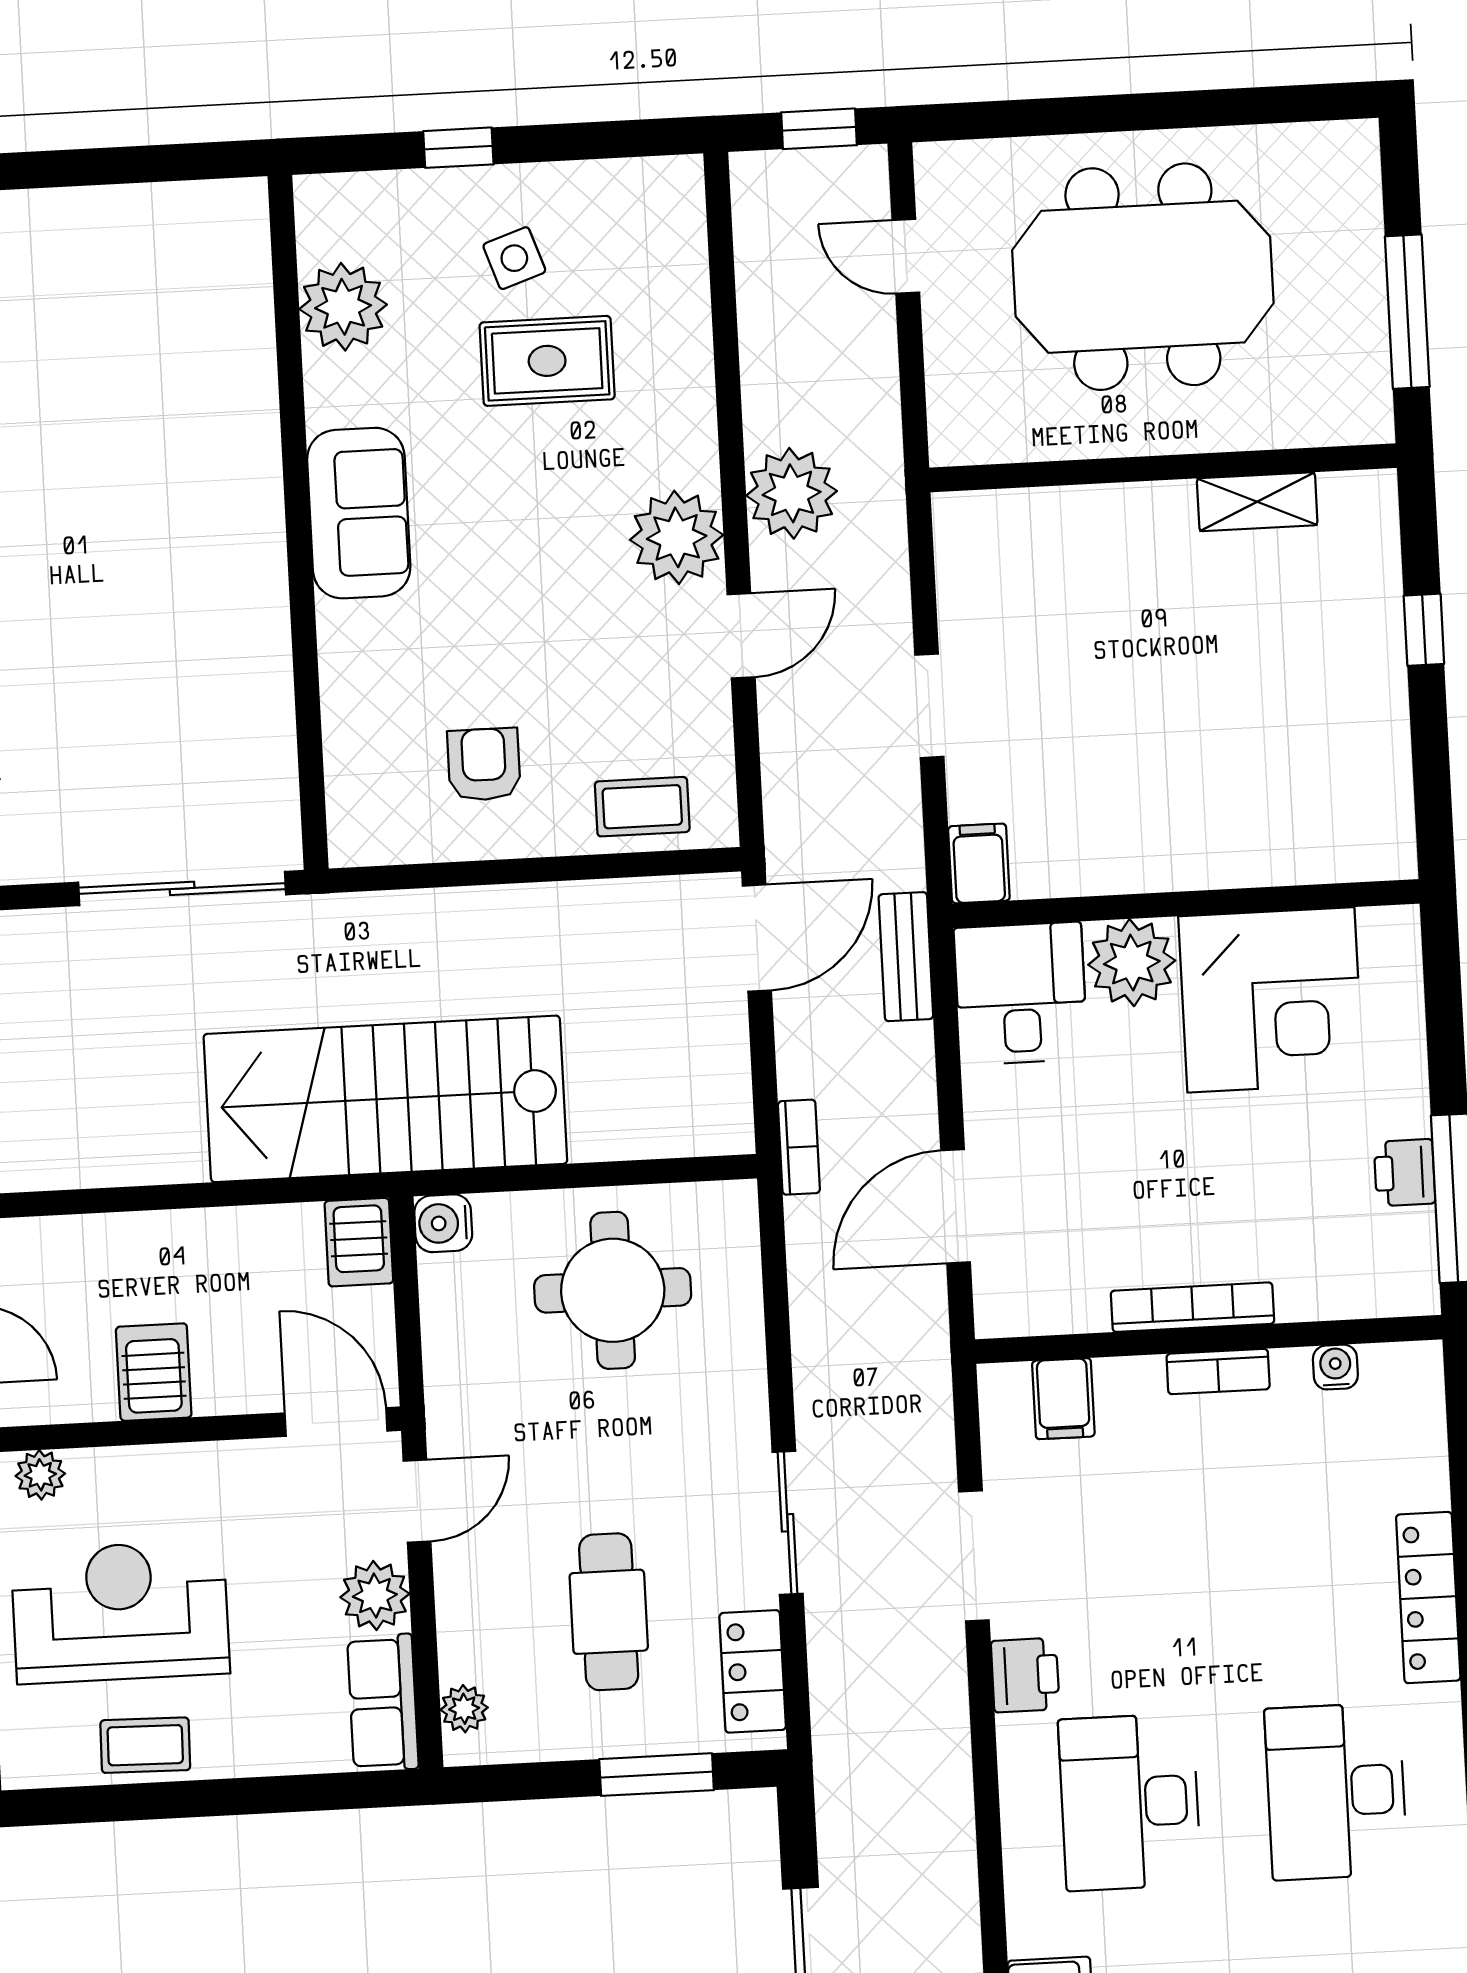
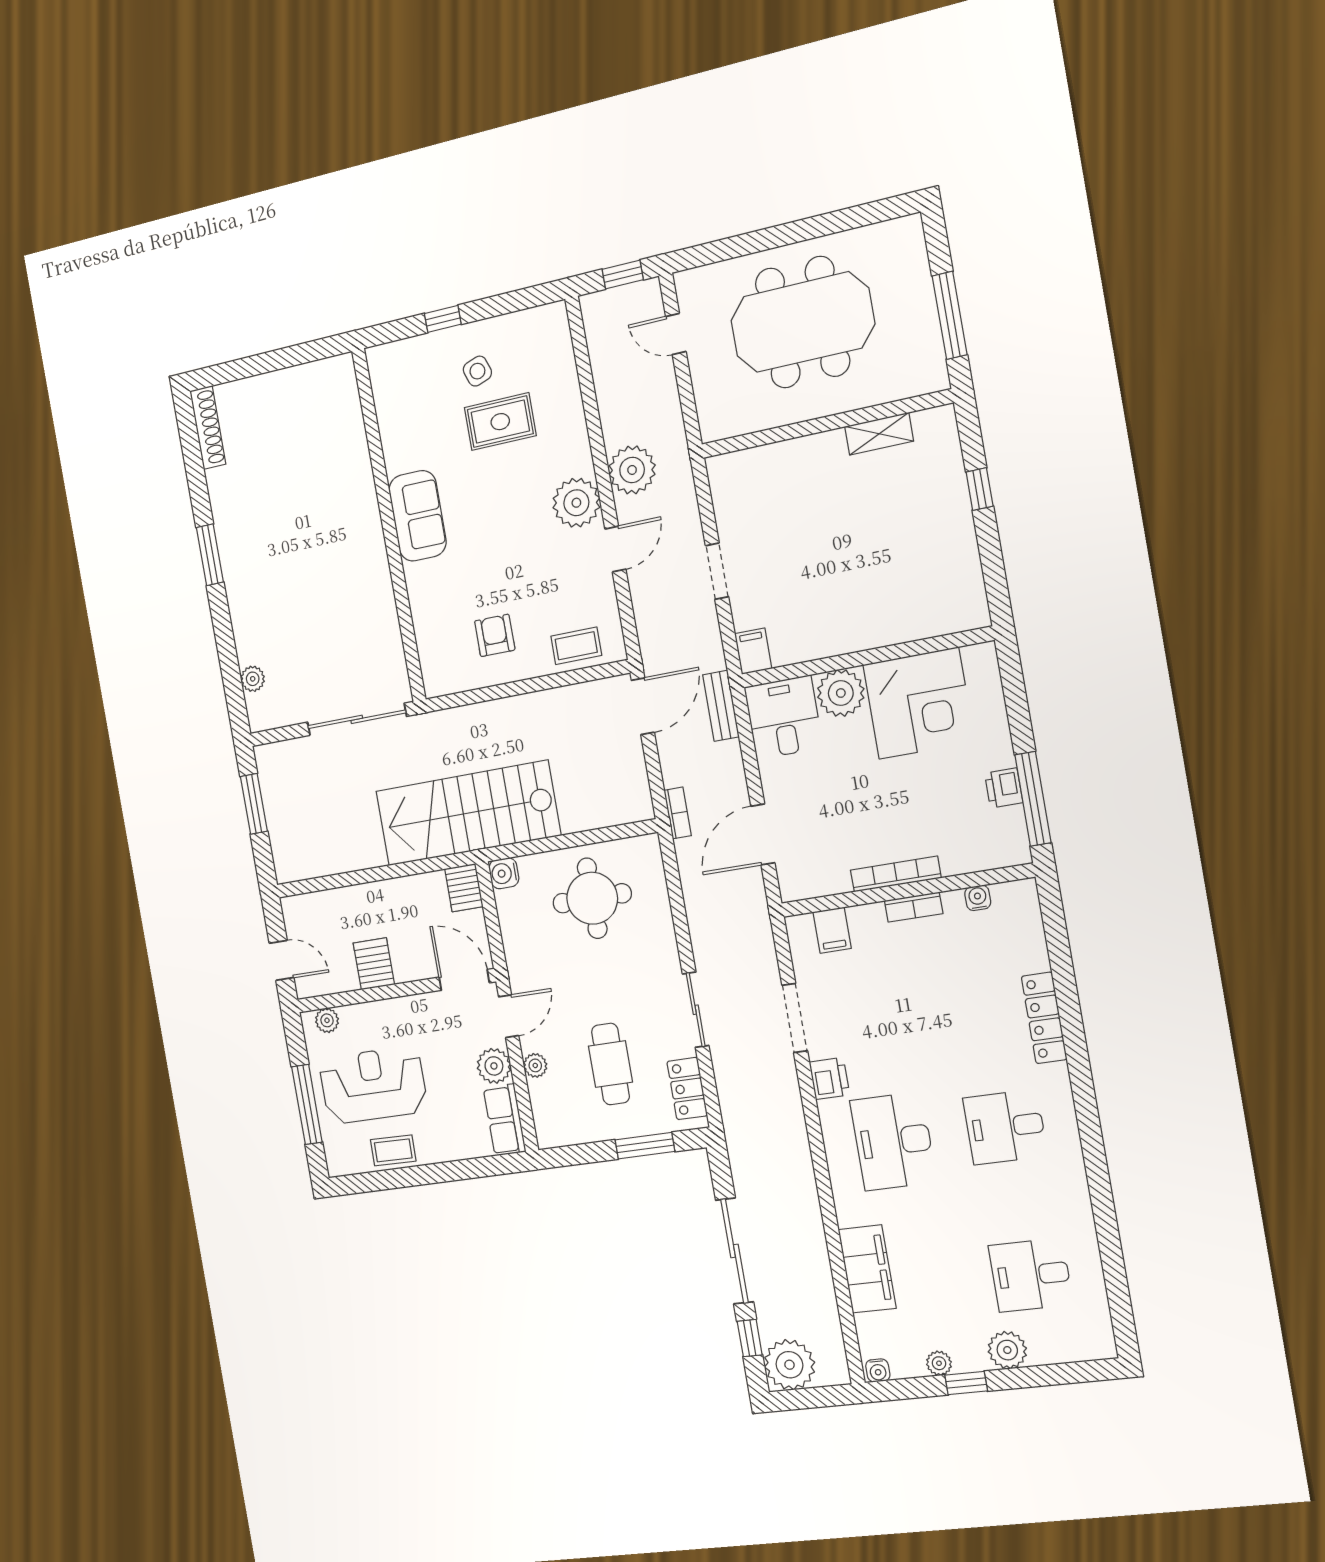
plant: (343, 307) -> (397, 411), removed
plant: (464, 1709) -> (535, 1065), moved
desk: (1336, 1791) -> (1005, 1127), width x0.73

